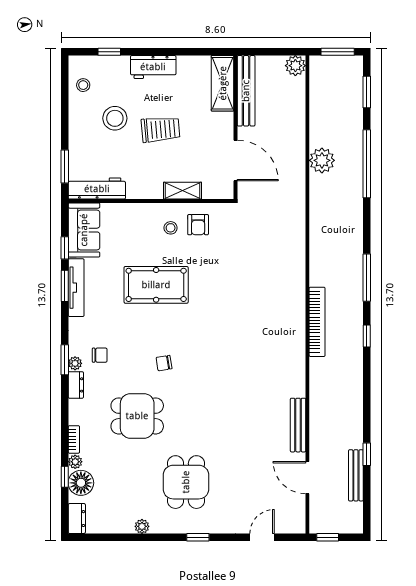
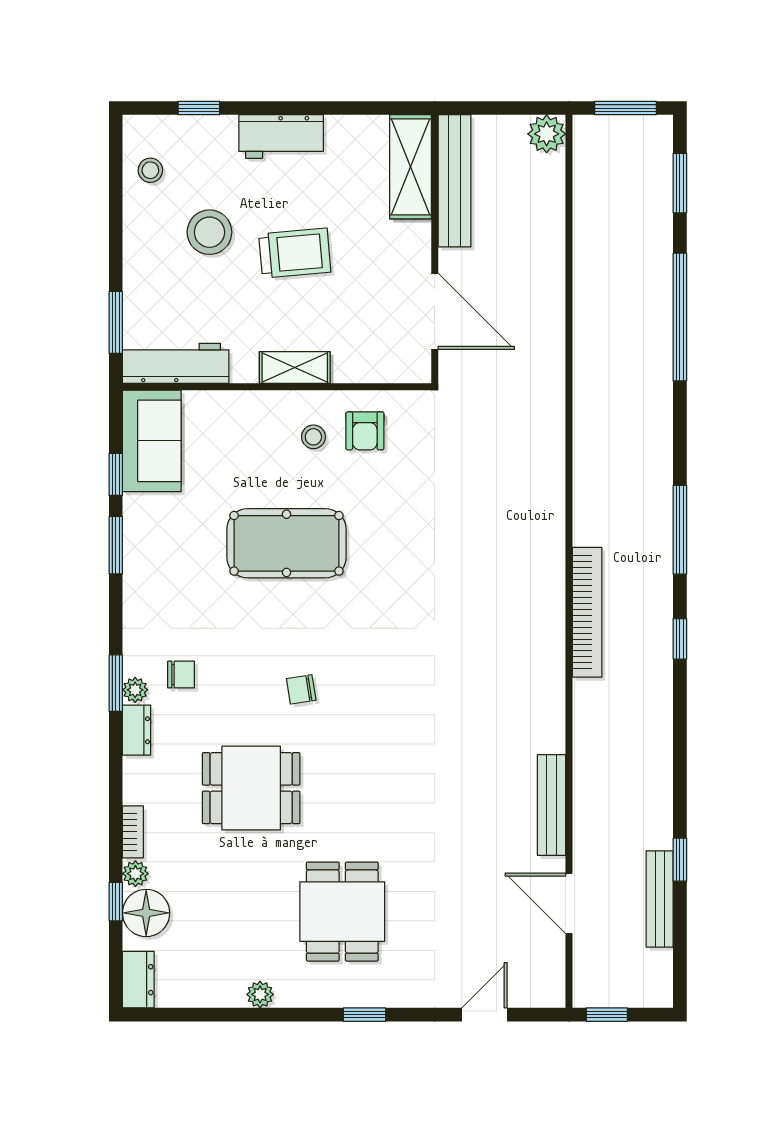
plant: (322, 160) -> (596, 311), removed
shelving: (183, 191) -> (295, 367), moved
tv unit: (76, 288) -> (137, 548), removed

